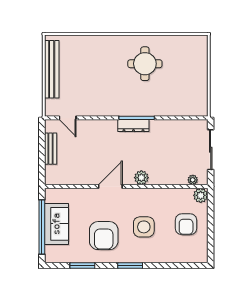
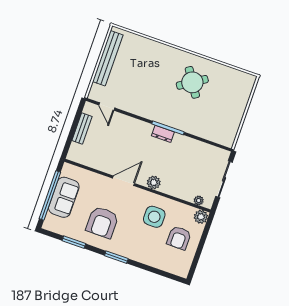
round table: (145, 64) -> (192, 82), turned -33
dresser: (133, 126) -> (163, 134), width x0.70
side table: (144, 227) -> (154, 217), moved

